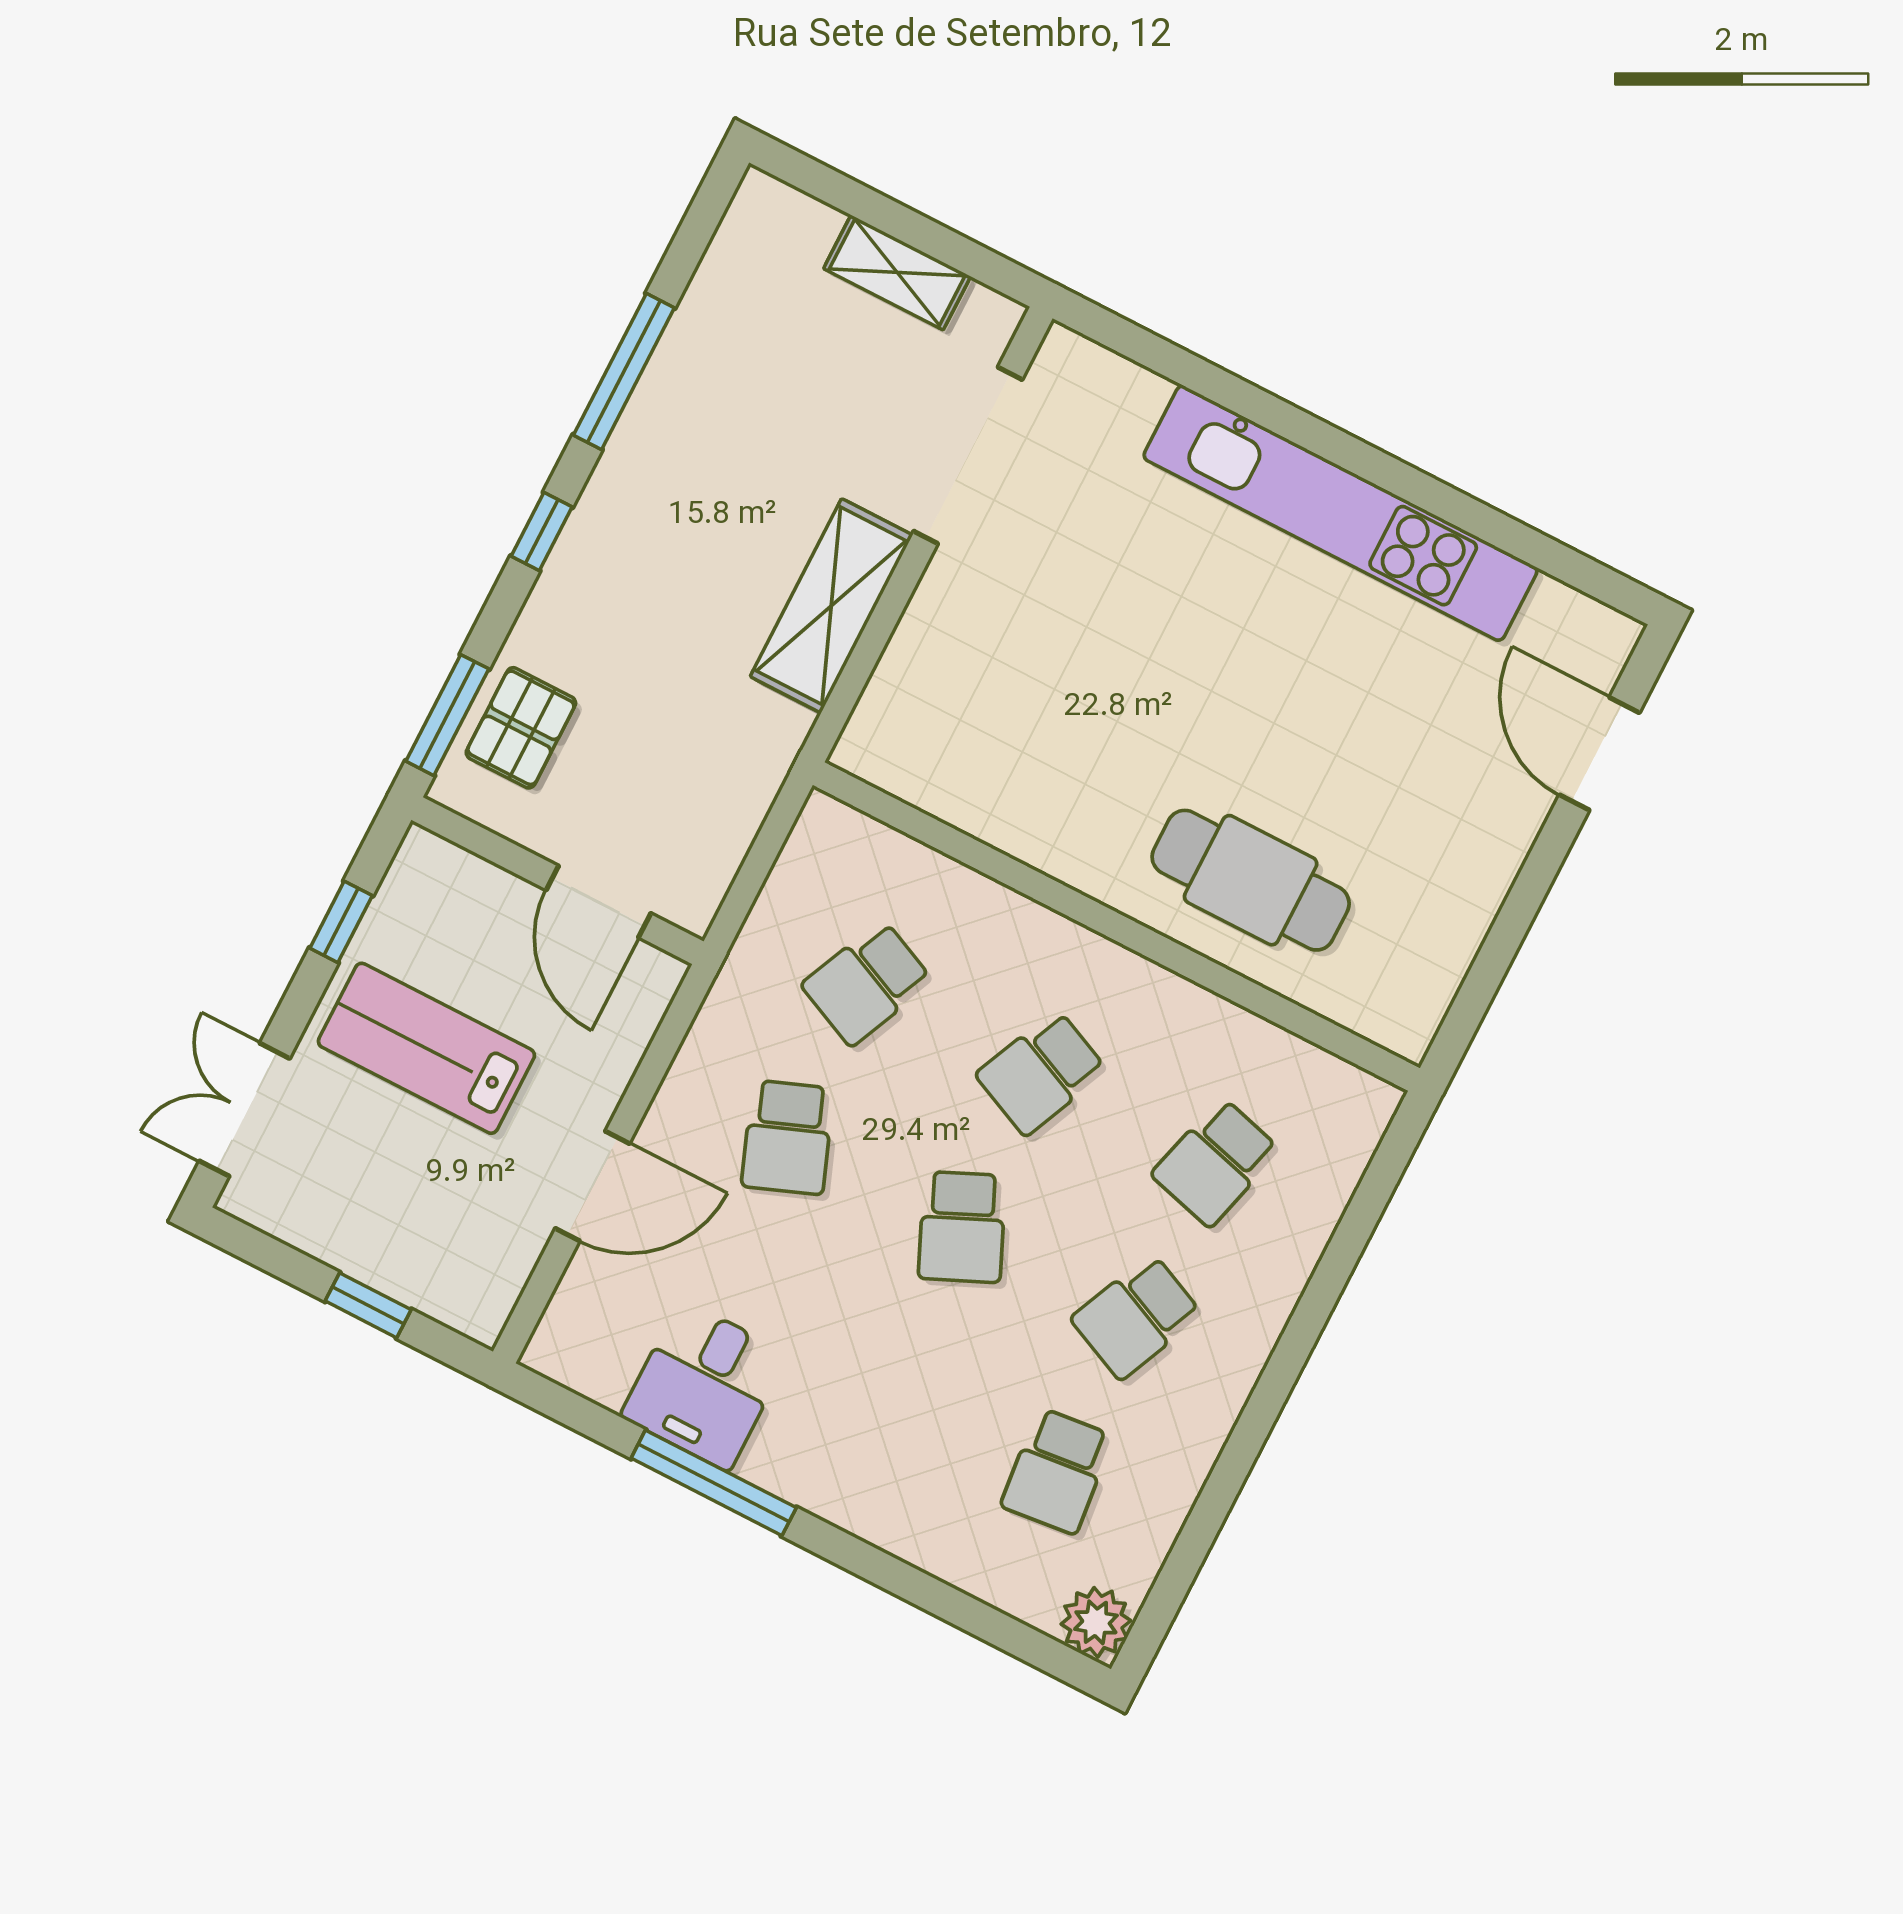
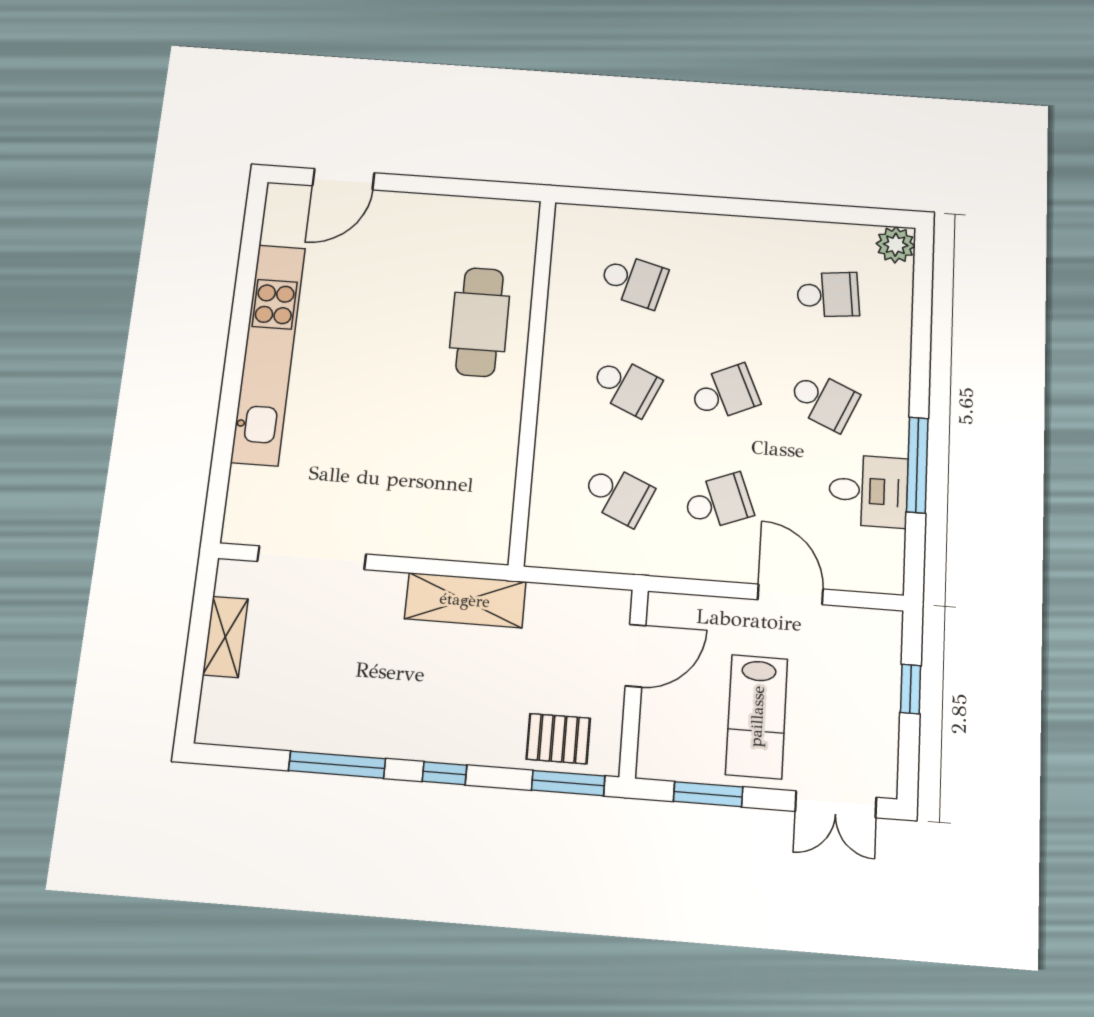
shelving: (831, 606) -> (465, 600), moved
window: (341, 922) -> (708, 794), width x1.50
school desk: (1136, 1317) -> (823, 400), moved

